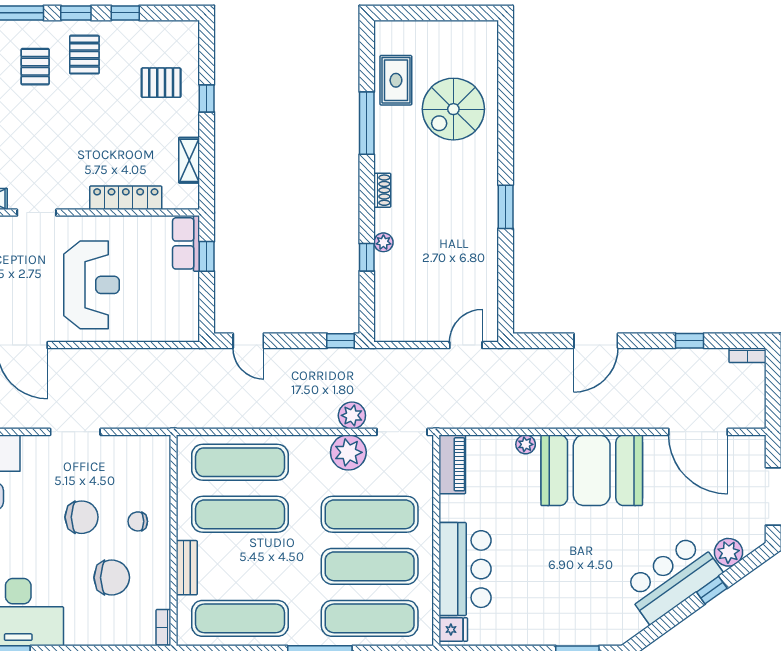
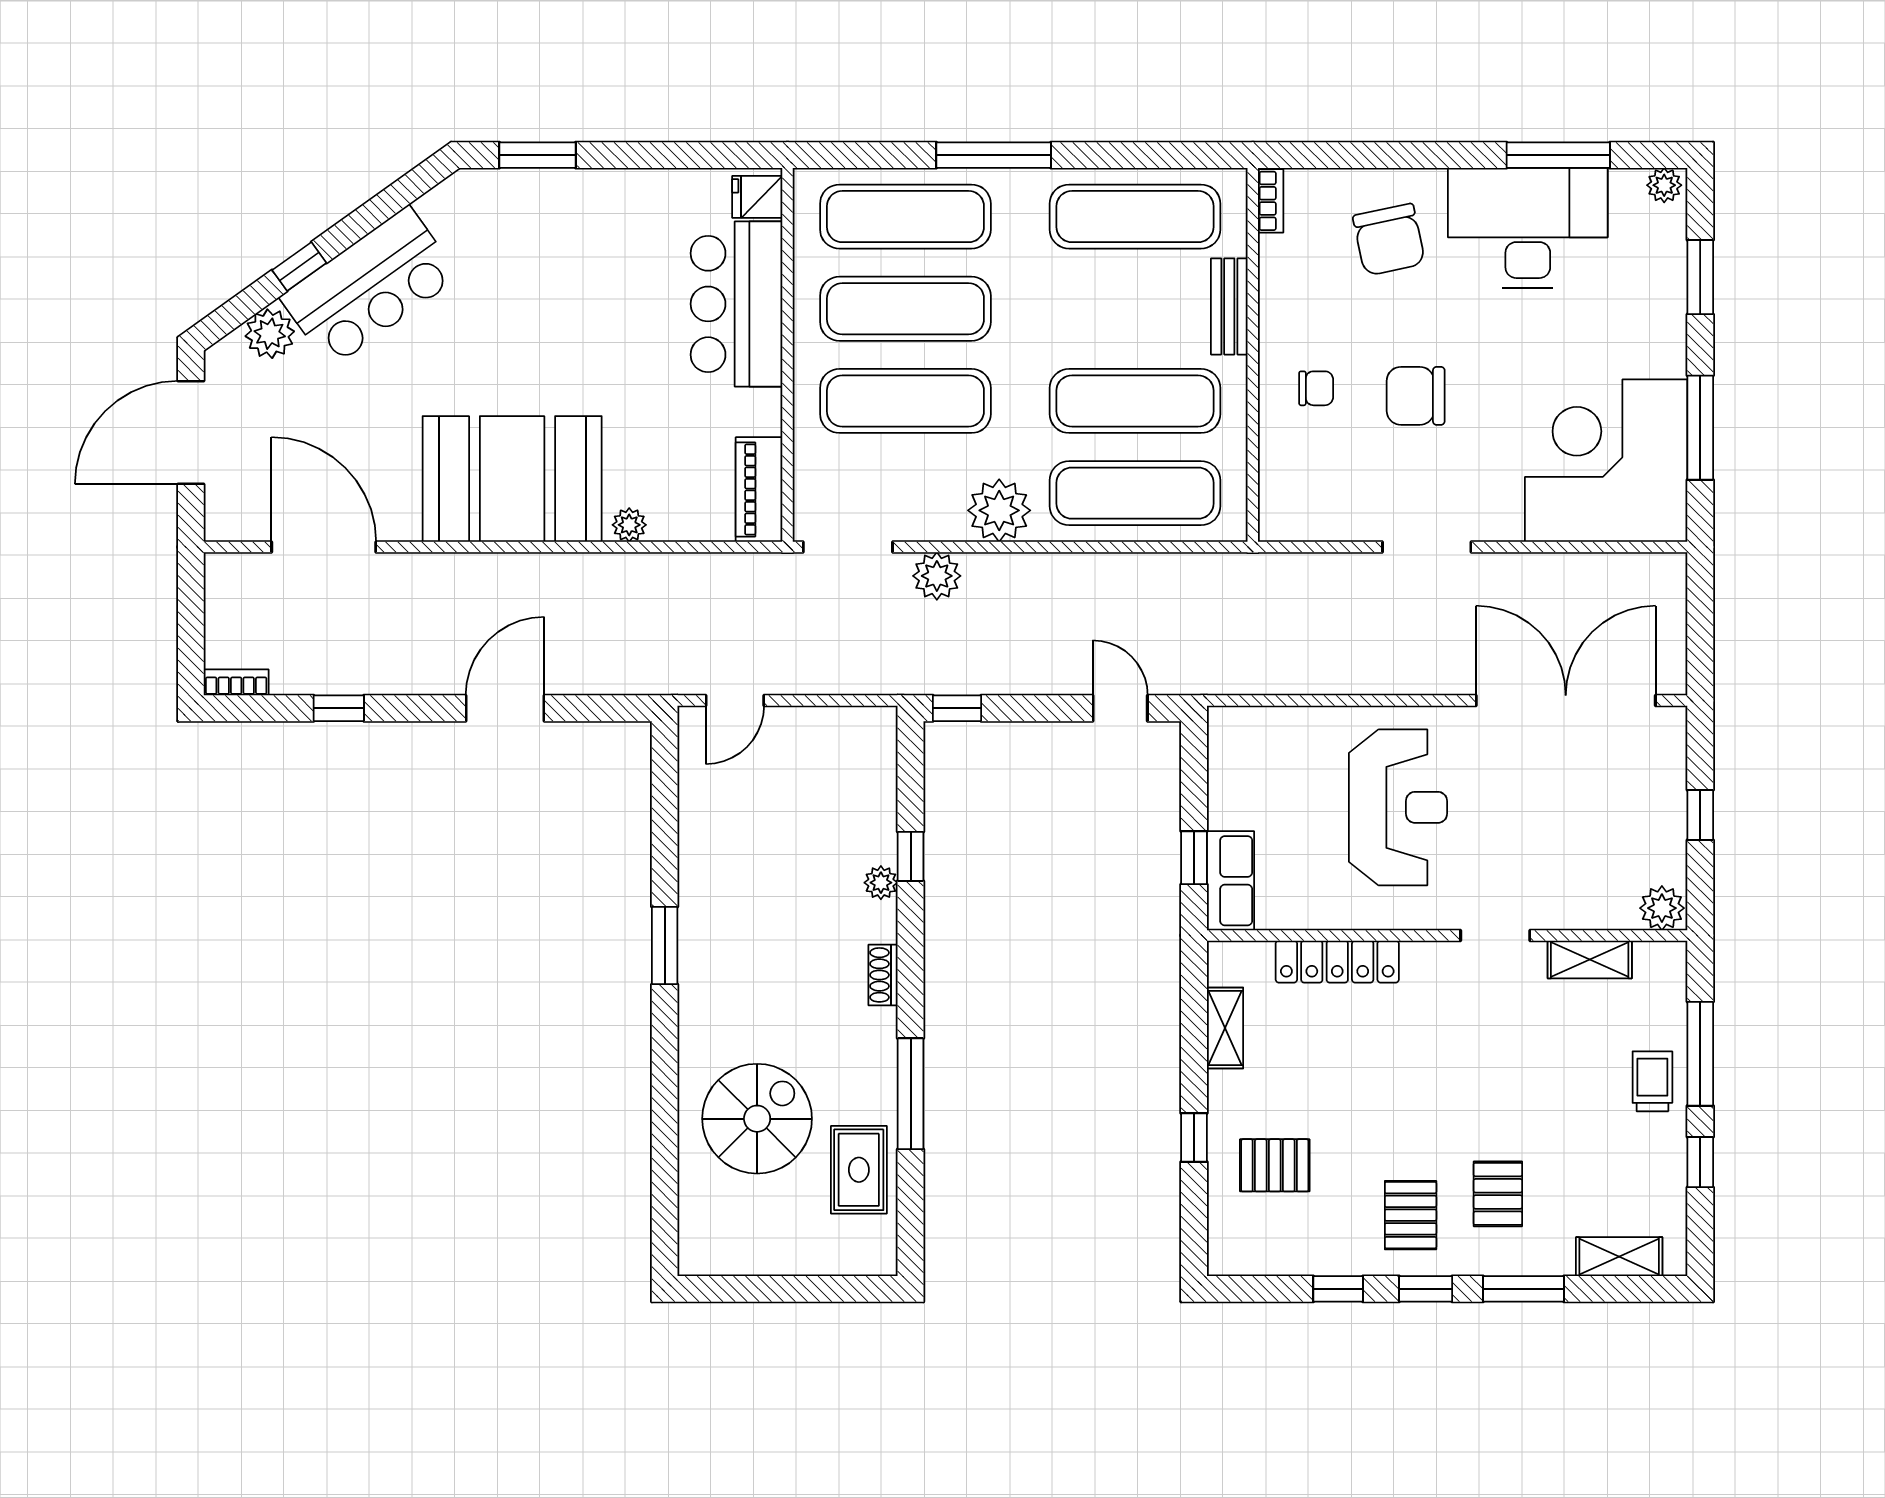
reception desk: (91, 285) -> (1398, 807), turned 180
plant: (348, 452) -> (999, 510), moved
chair: (112, 578) -> (1389, 240), moved, turned -102

